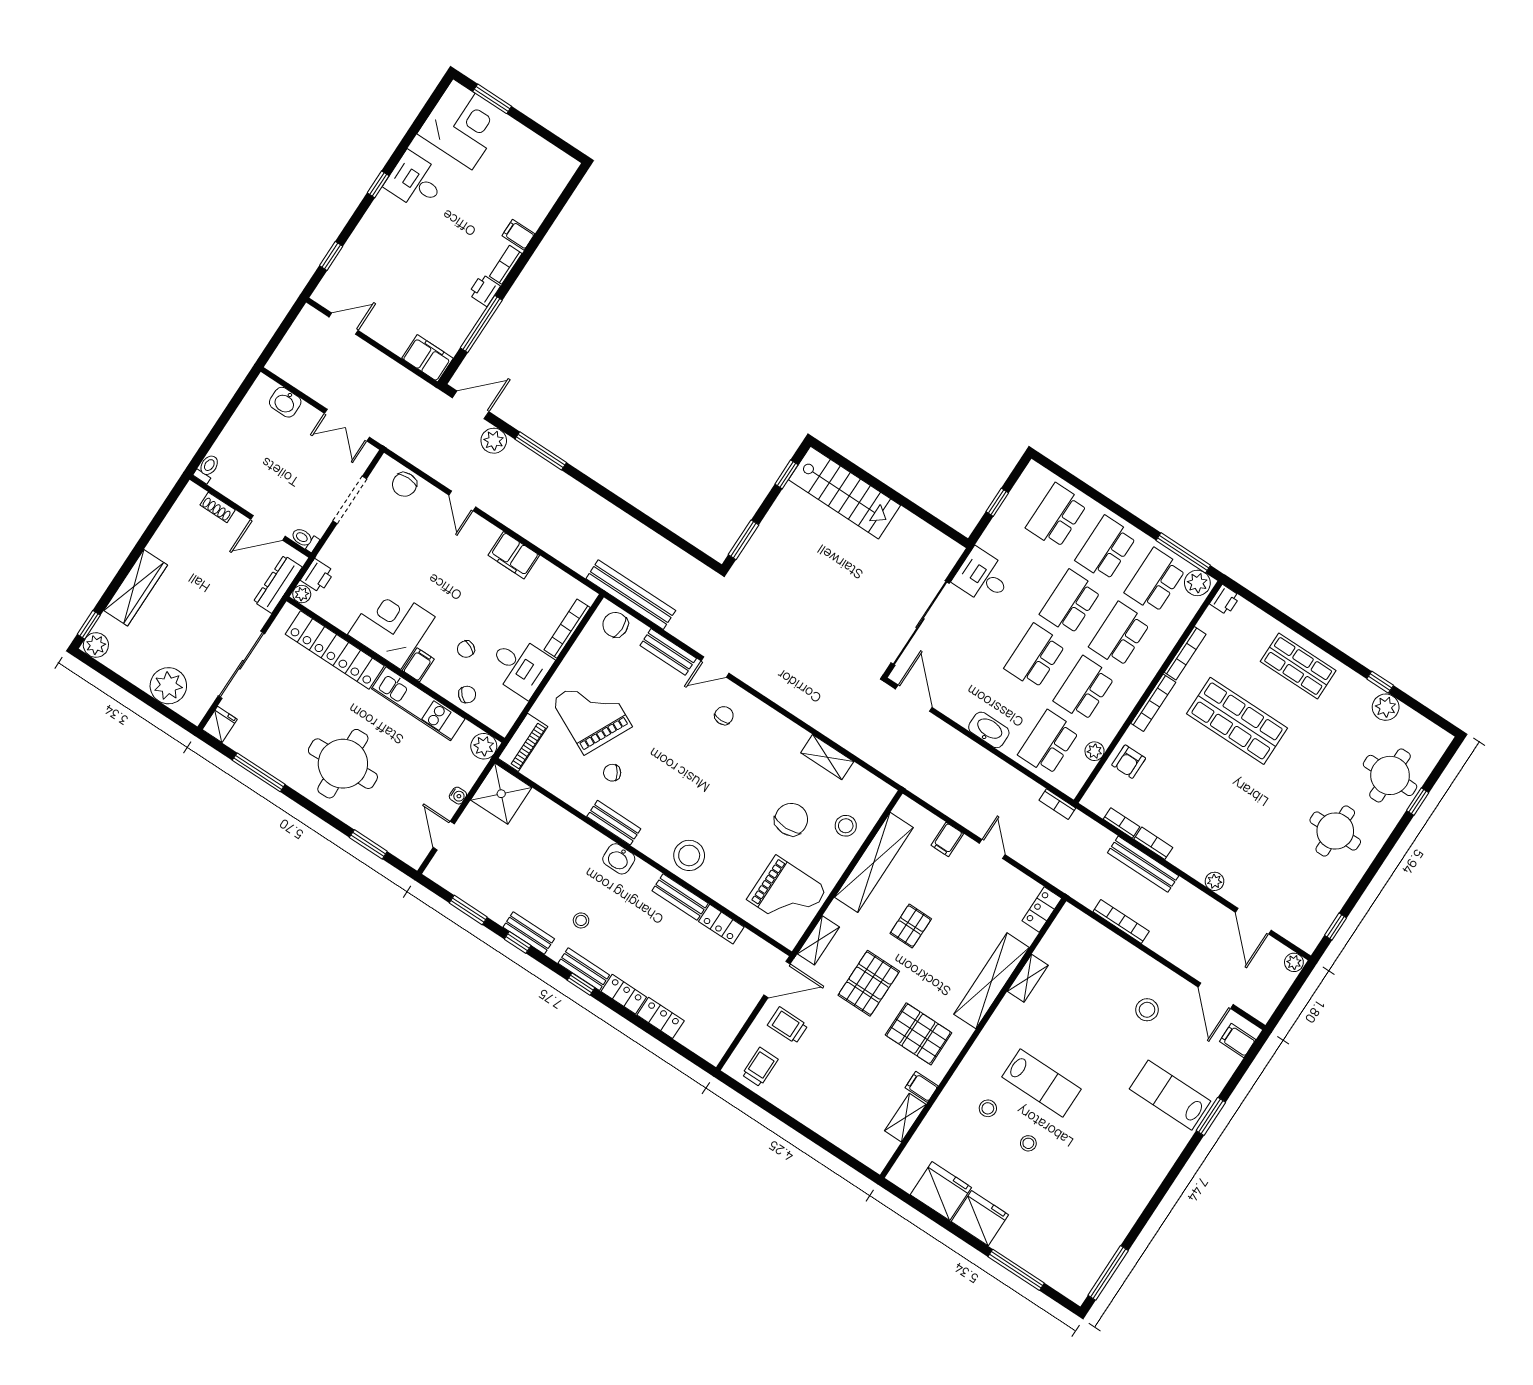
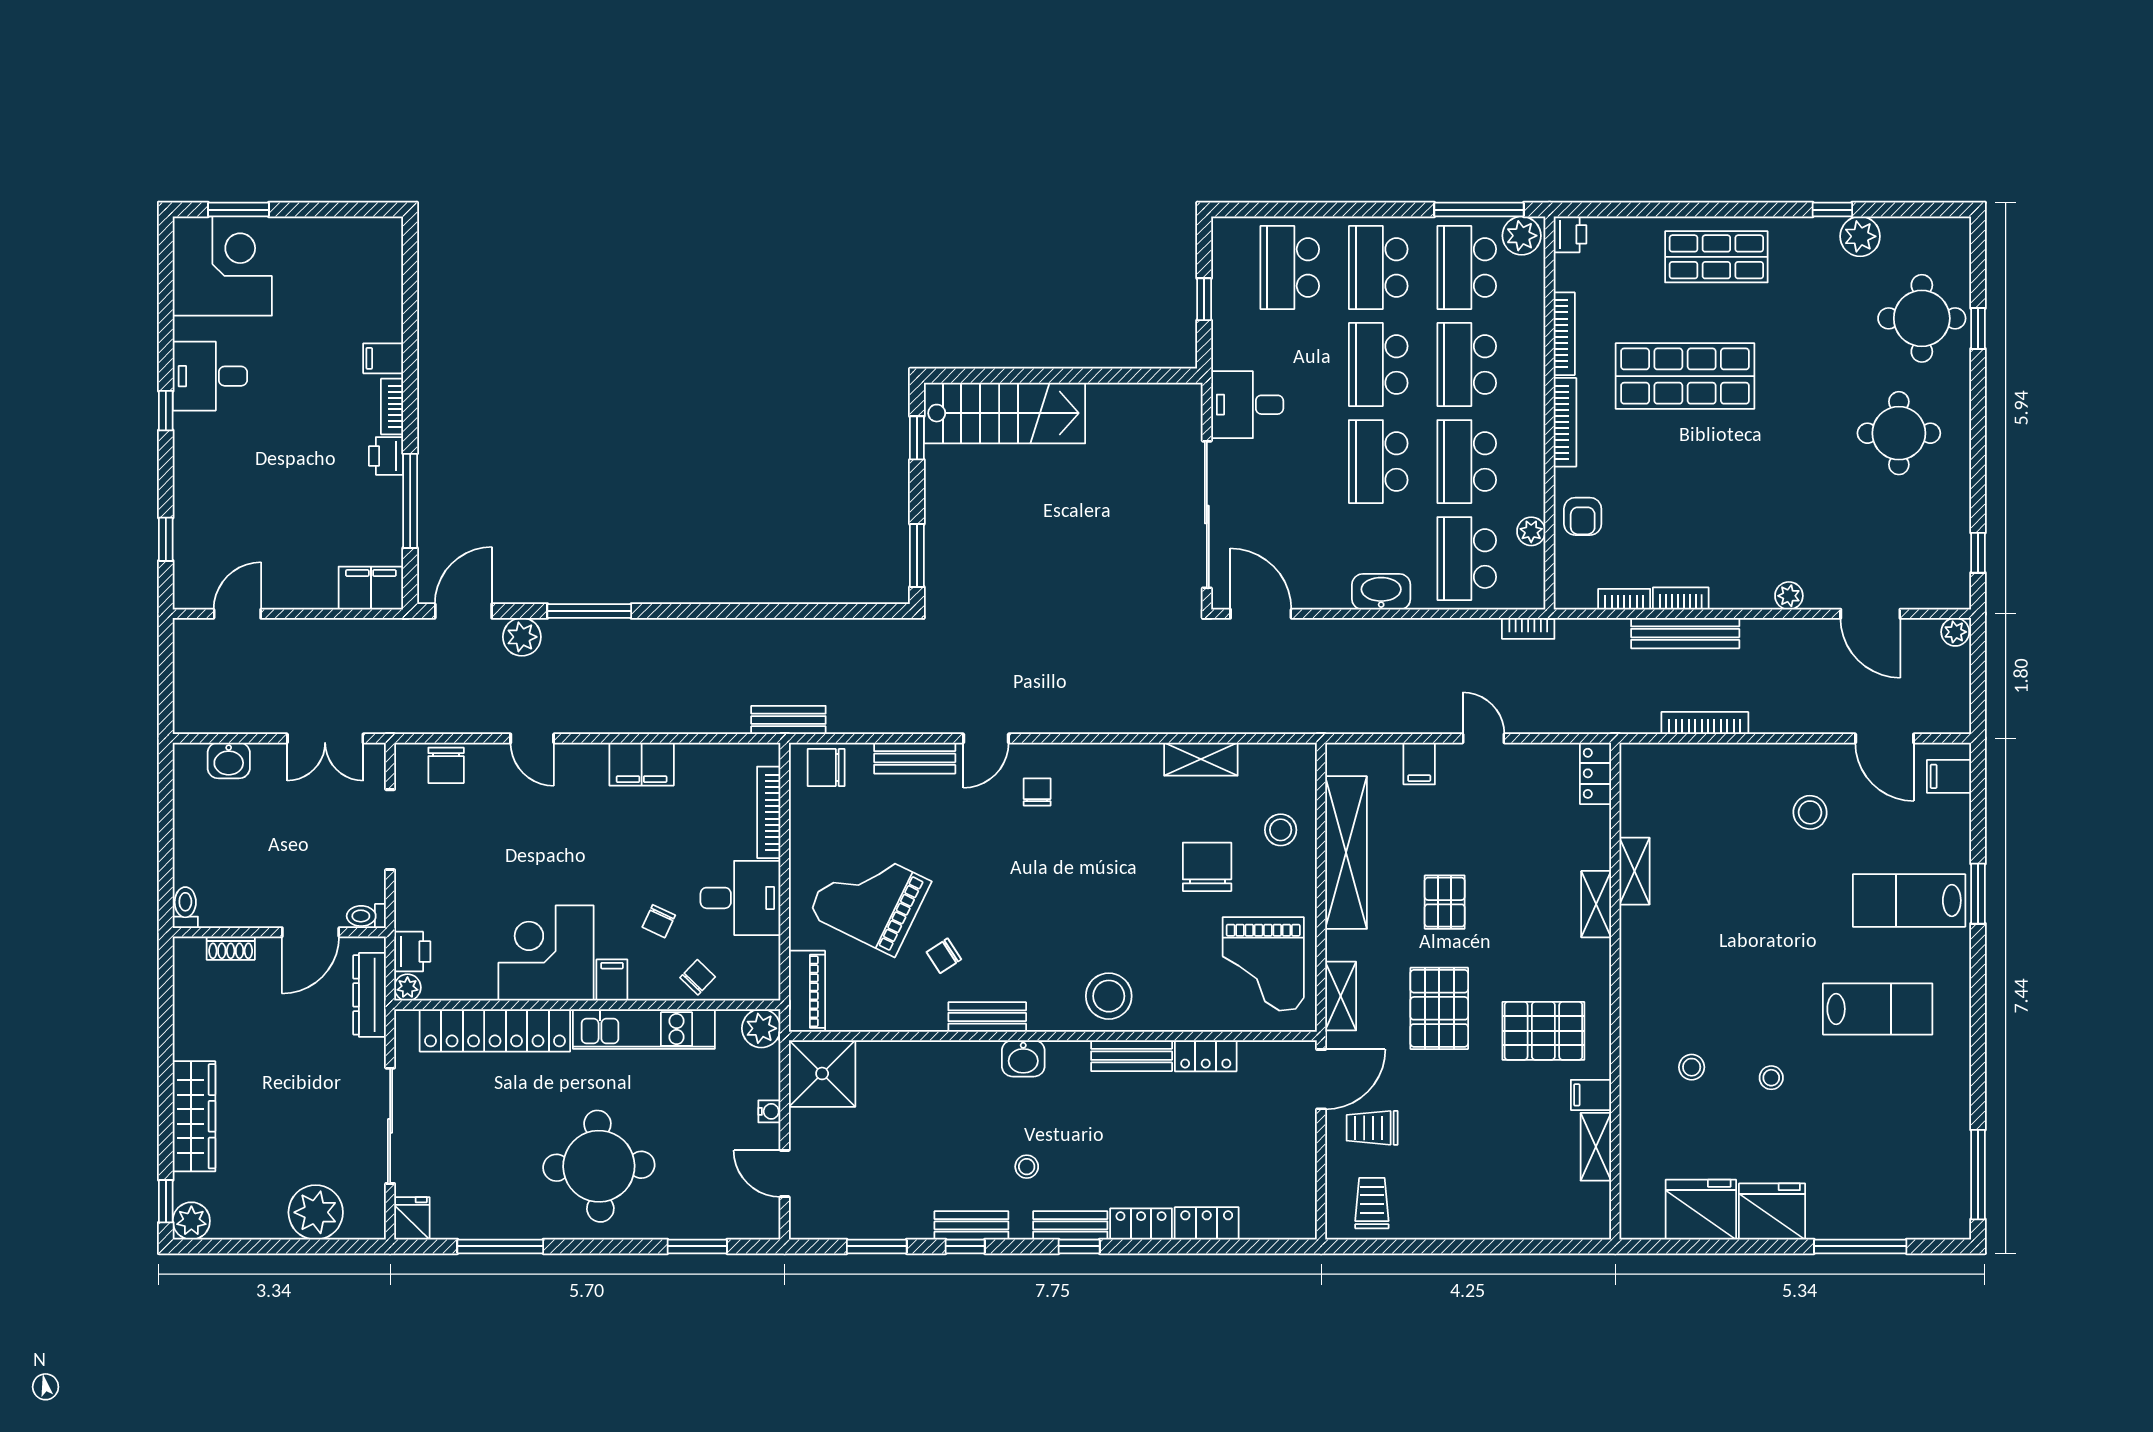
bench: (631, 595) -> (788, 720), width x0.54, depth x0.82
grand piano: (787, 894) -> (1263, 964), turned 90
shelving: (992, 981) -> (1596, 904), width x0.45, depth x0.75
lab bench: (1041, 1083) -> (1878, 1009), moved

